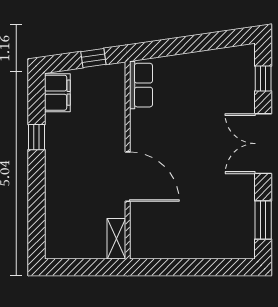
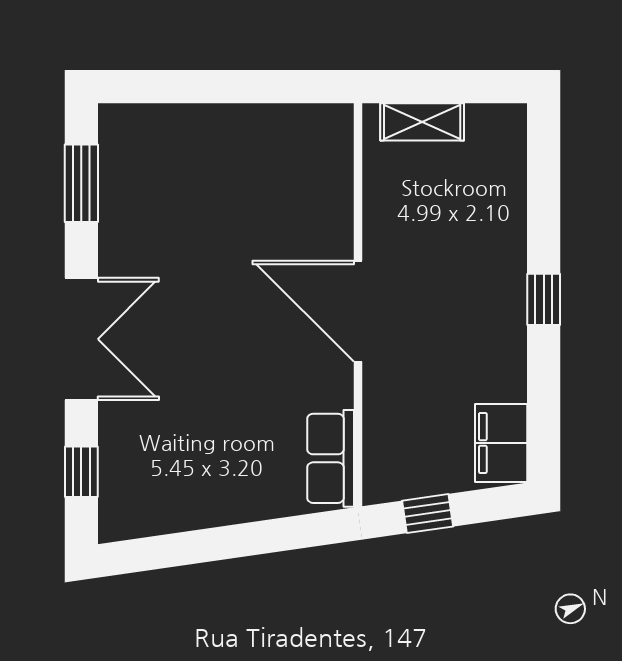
window: (37, 137) -> (544, 299), moved
door: (128, 177) -> (358, 311), moved
shelving: (116, 239) -> (422, 122), moved, turned 90

